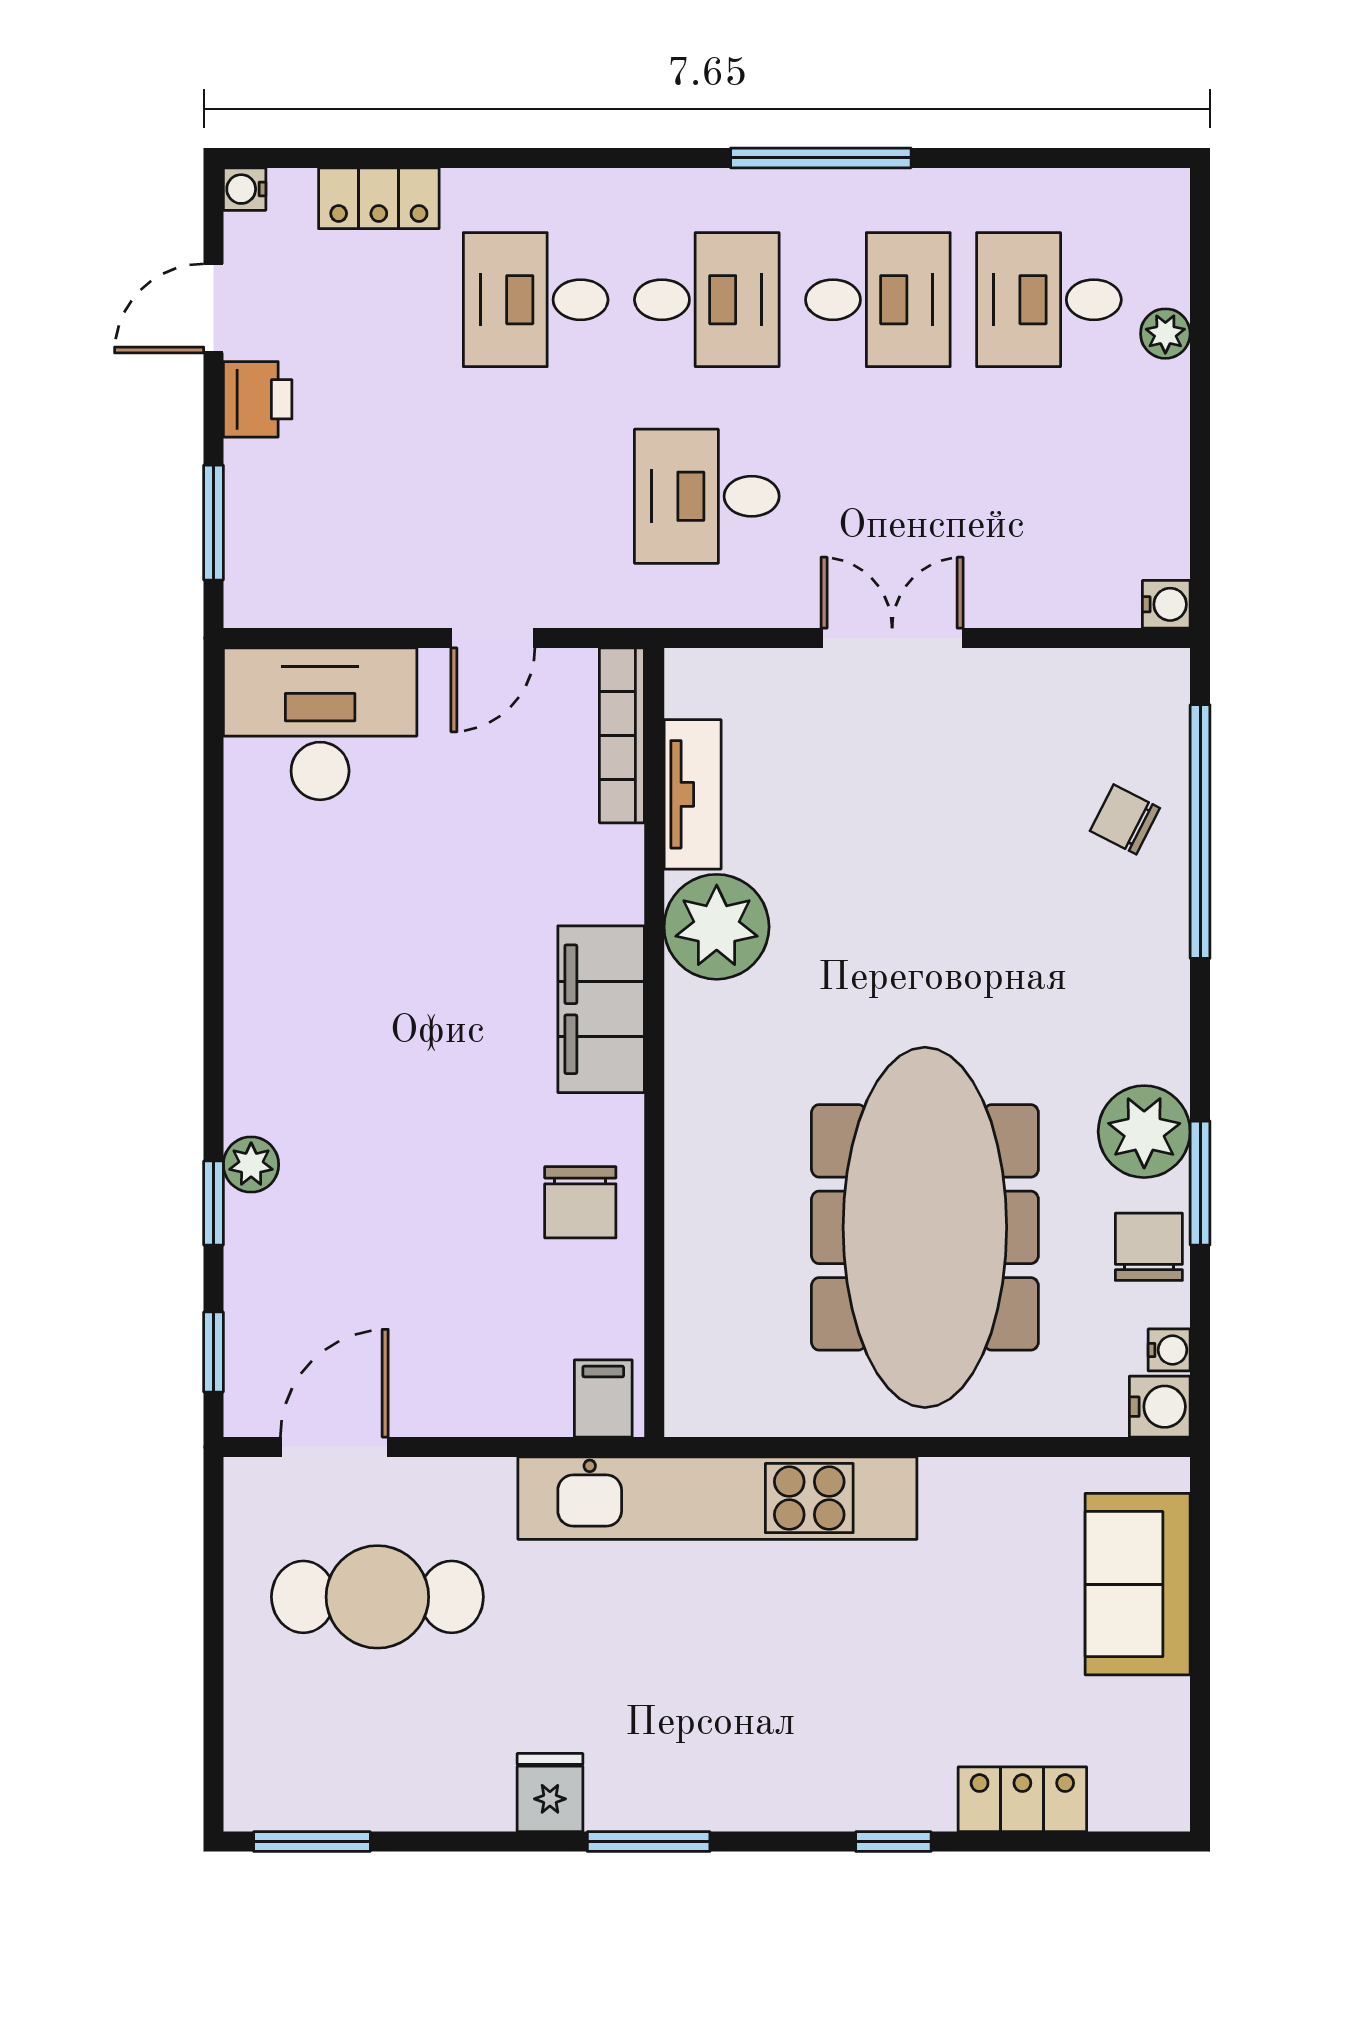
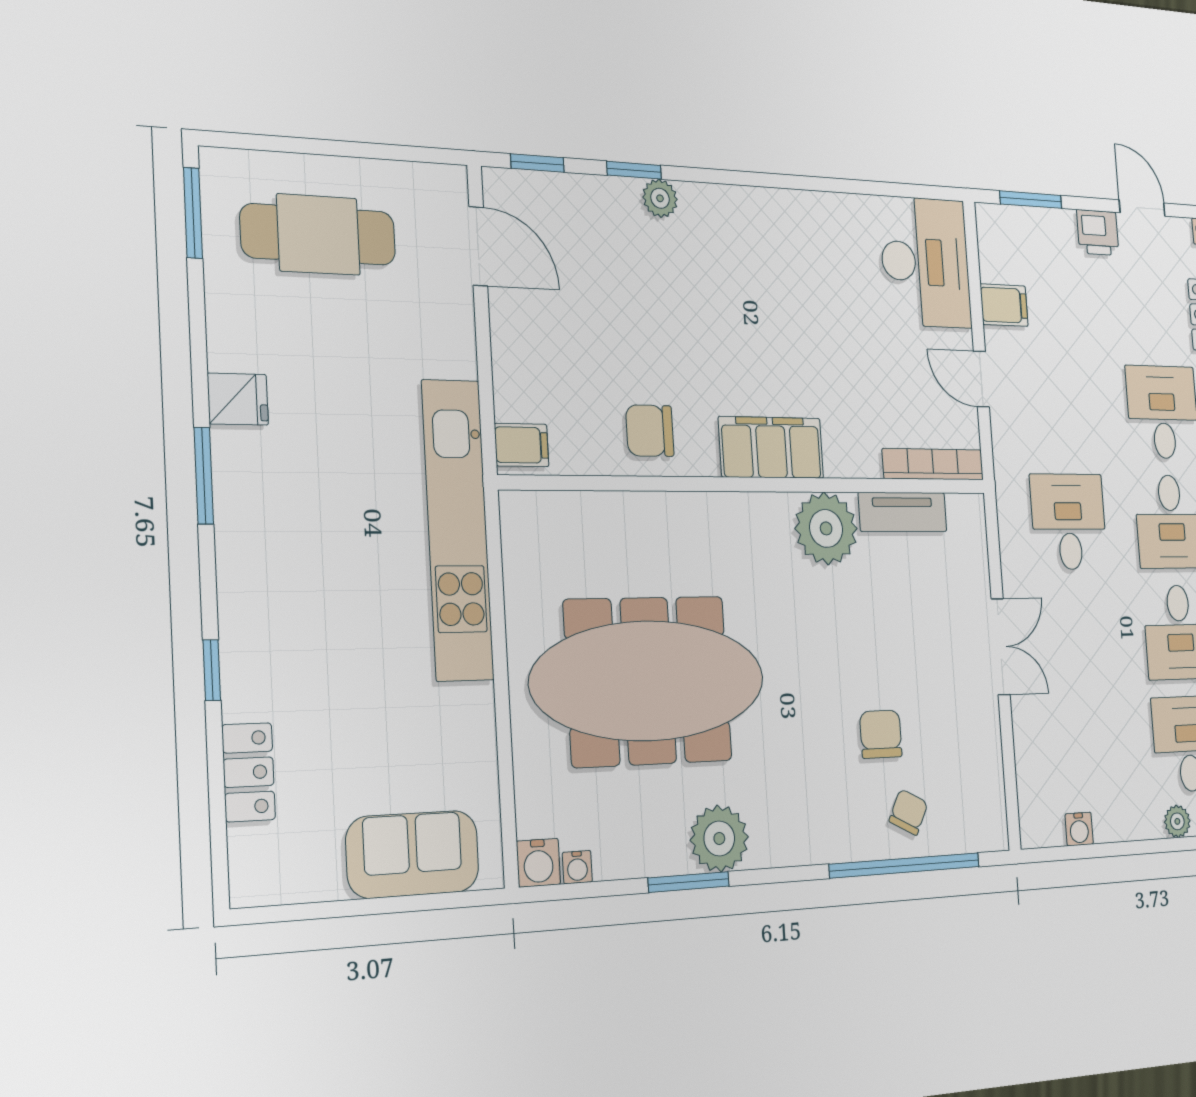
filing cabinet: (379, 587) -> (1004, 305), added
water cooler: (1166, 604) -> (1079, 829), moved
chair: (1149, 1247) -> (881, 734), moved, turned -90
cafe table: (377, 1597) -> (318, 235), moved, turned 90

